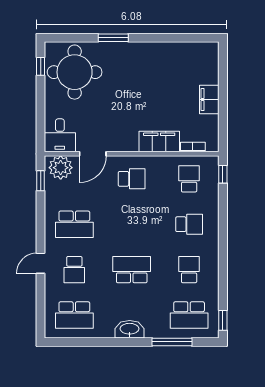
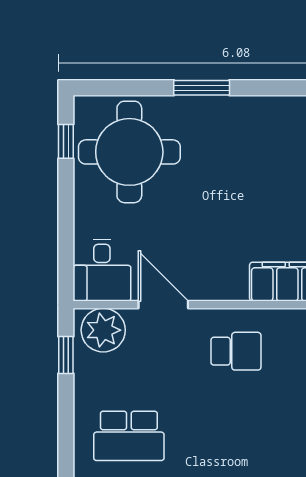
door: (93, 154) -> (163, 305), swing flipped

